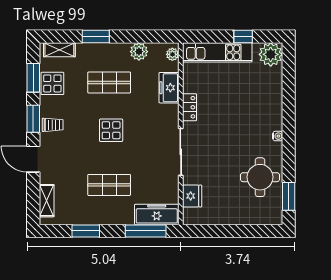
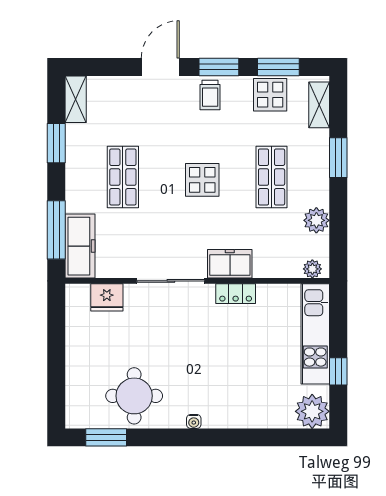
freezer: (169, 88) -> (230, 264), moved
shelving: (47, 201) -> (76, 99), moved, turned 90

